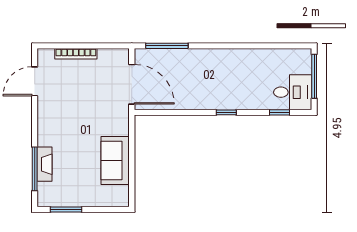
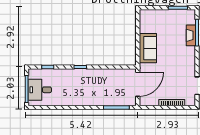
door: (132, 84) -> (138, 84), swing flipped
desk: (293, 92) -> (40, 90), moved
sofa: (115, 160) -> (148, 48), moved

